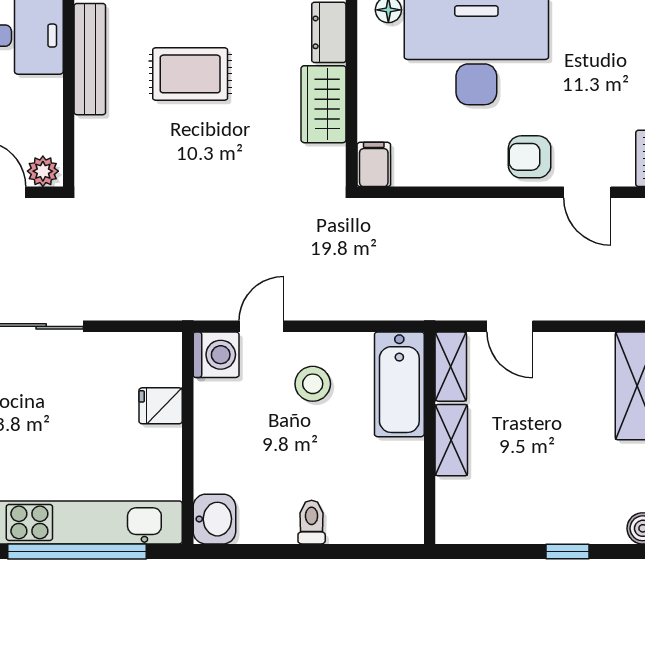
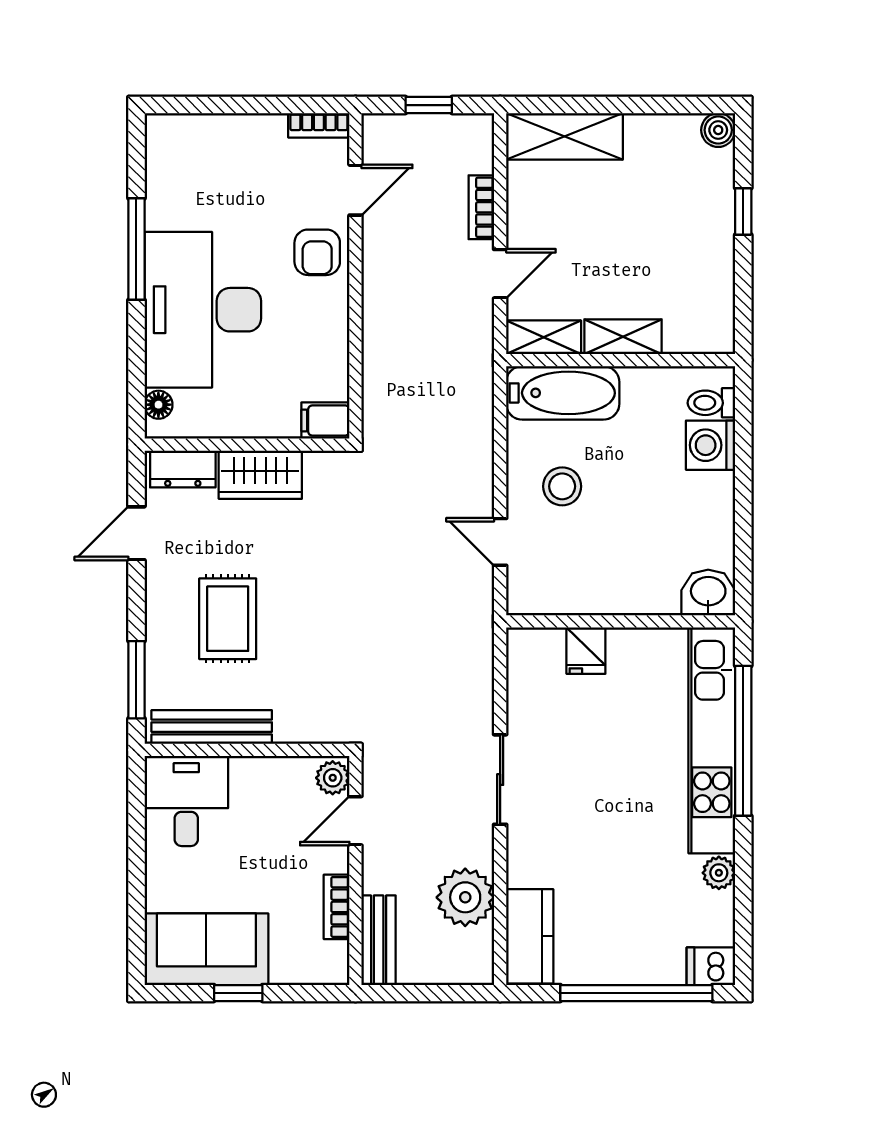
bookcase: (571, 309) -> (481, 207), added
washing machine: (216, 355) -> (711, 445), moved, turned -90
toilet: (312, 522) -> (711, 403), moved

